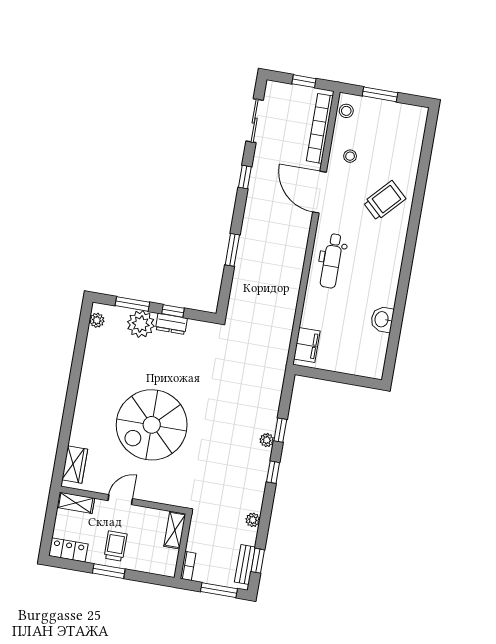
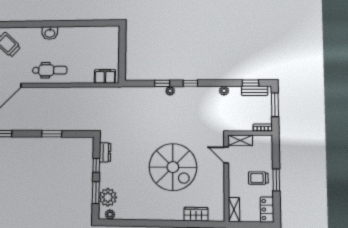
washbasin: (382, 319) -> (50, 33), moved
plant: (141, 324) -> (108, 197), moved
dresser: (171, 324) -> (105, 152), moved
wardrobe: (75, 464) -> (196, 214), moved
door: (120, 500) -> (226, 155), moved

